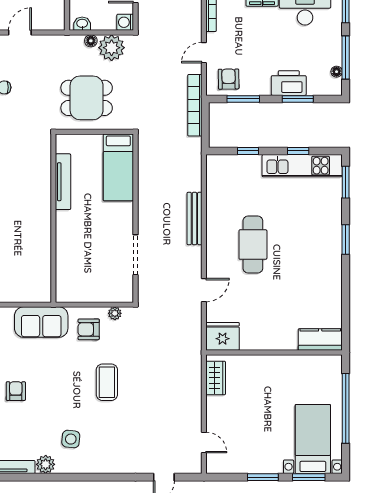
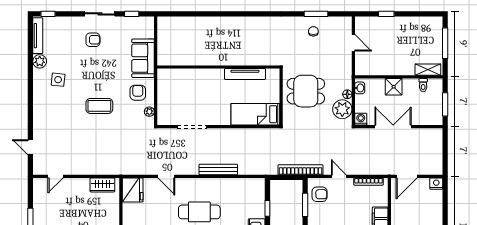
dining table: (87, 98) -> (306, 91), turned 90

